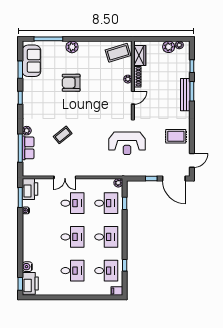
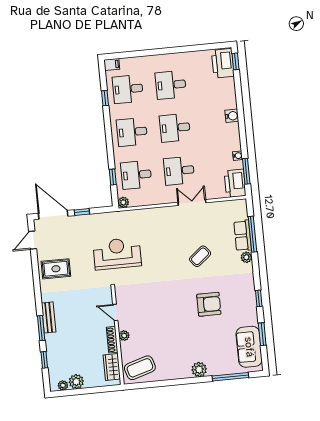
armchair: (71, 83) -> (209, 304), moved
bench: (185, 95) -> (49, 317), width x0.73
door: (133, 98) -> (115, 312), hinge flipped
water cooler: (27, 267) -> (232, 116), moved

